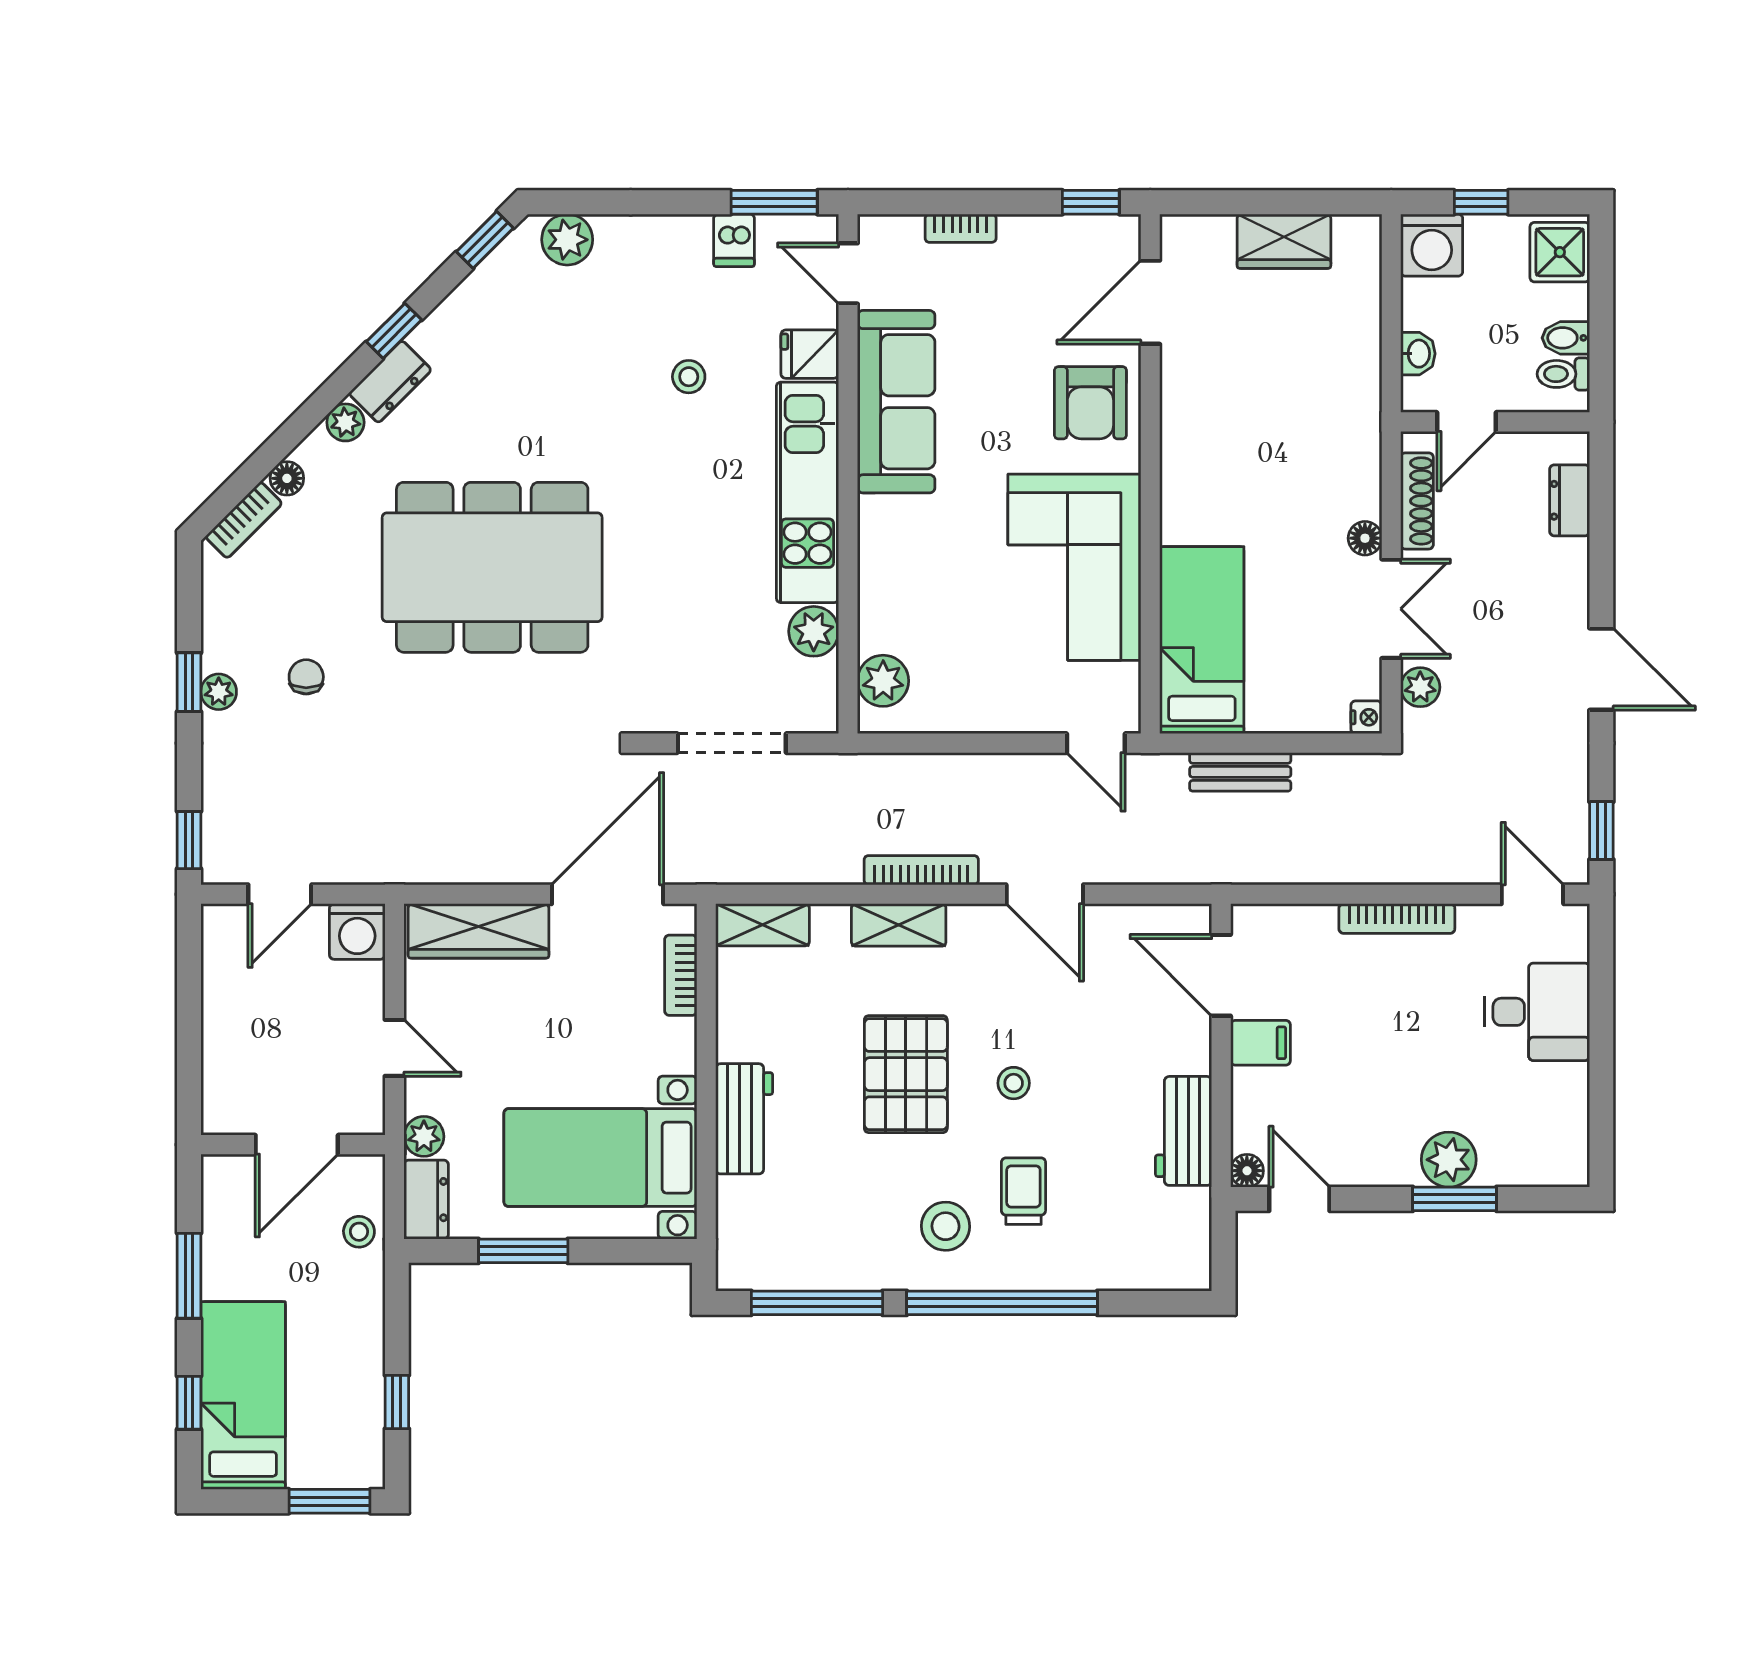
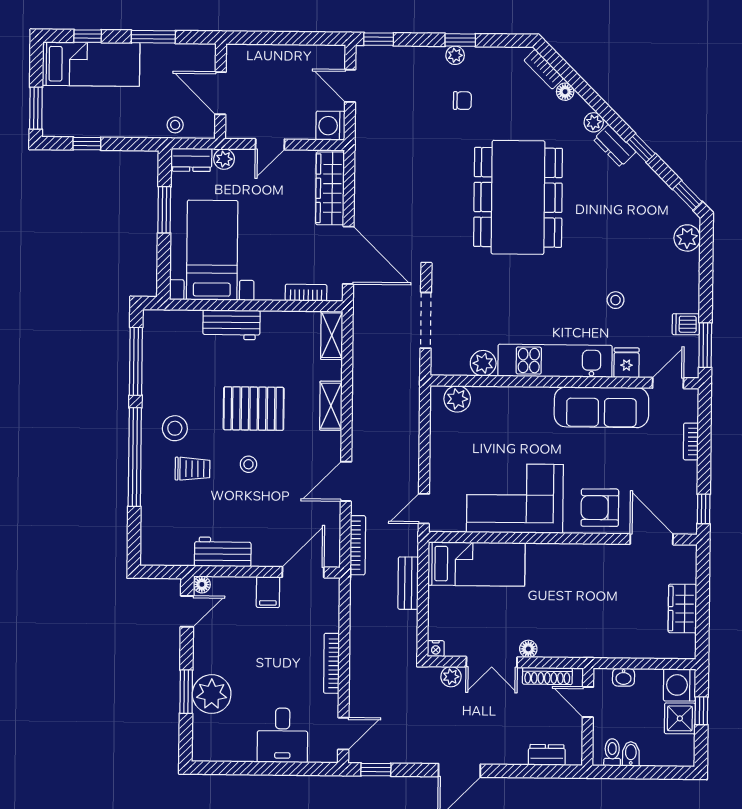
shower: (1560, 252) -> (680, 718), moved
bookcase: (921, 870) -> (358, 545), moved
plant: (1449, 1160) -> (212, 694), width x1.36, depth x1.36

